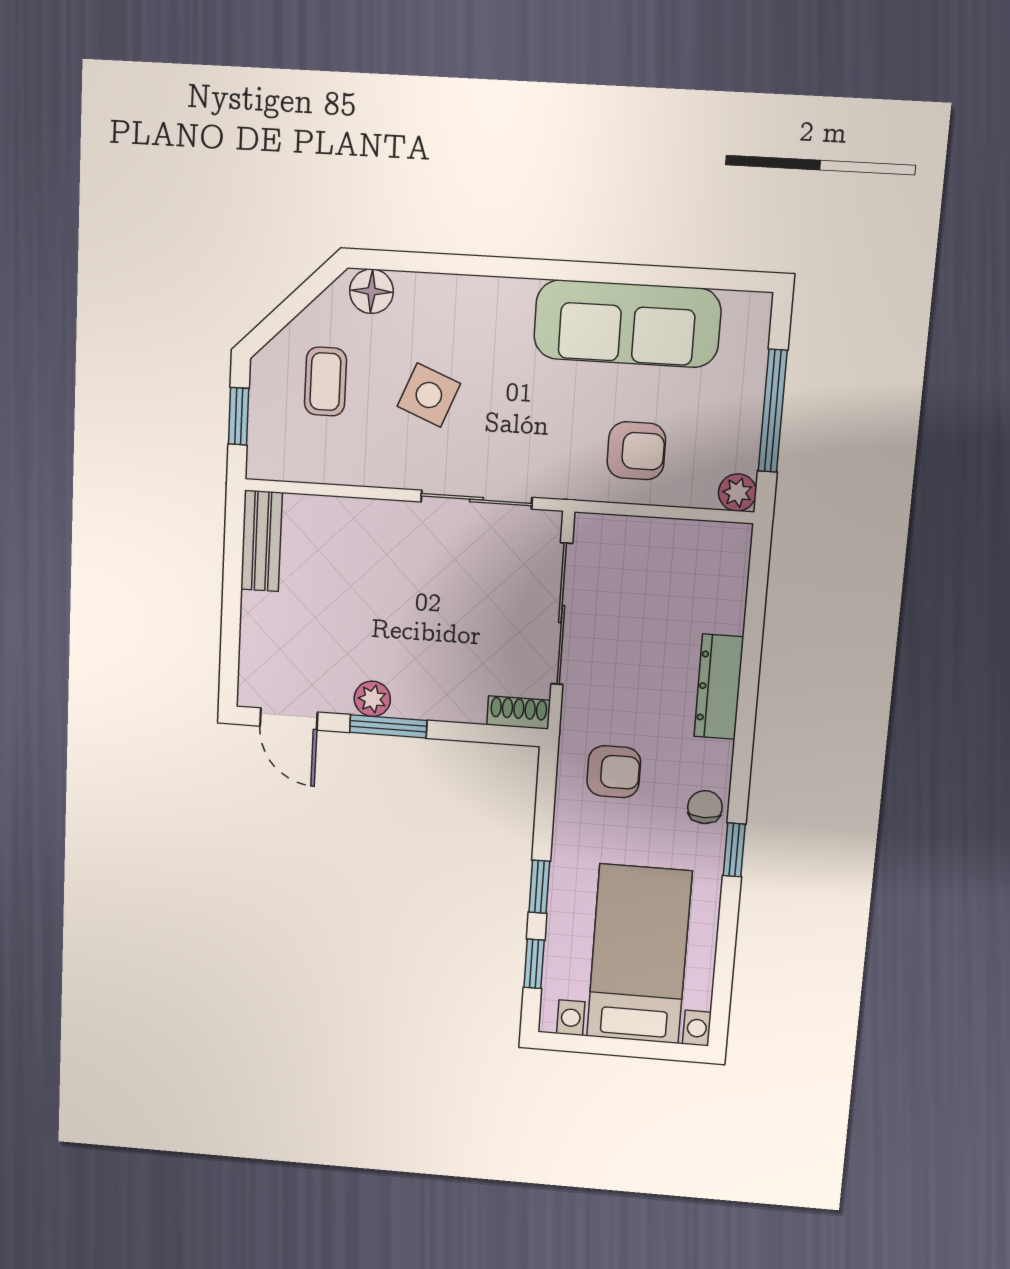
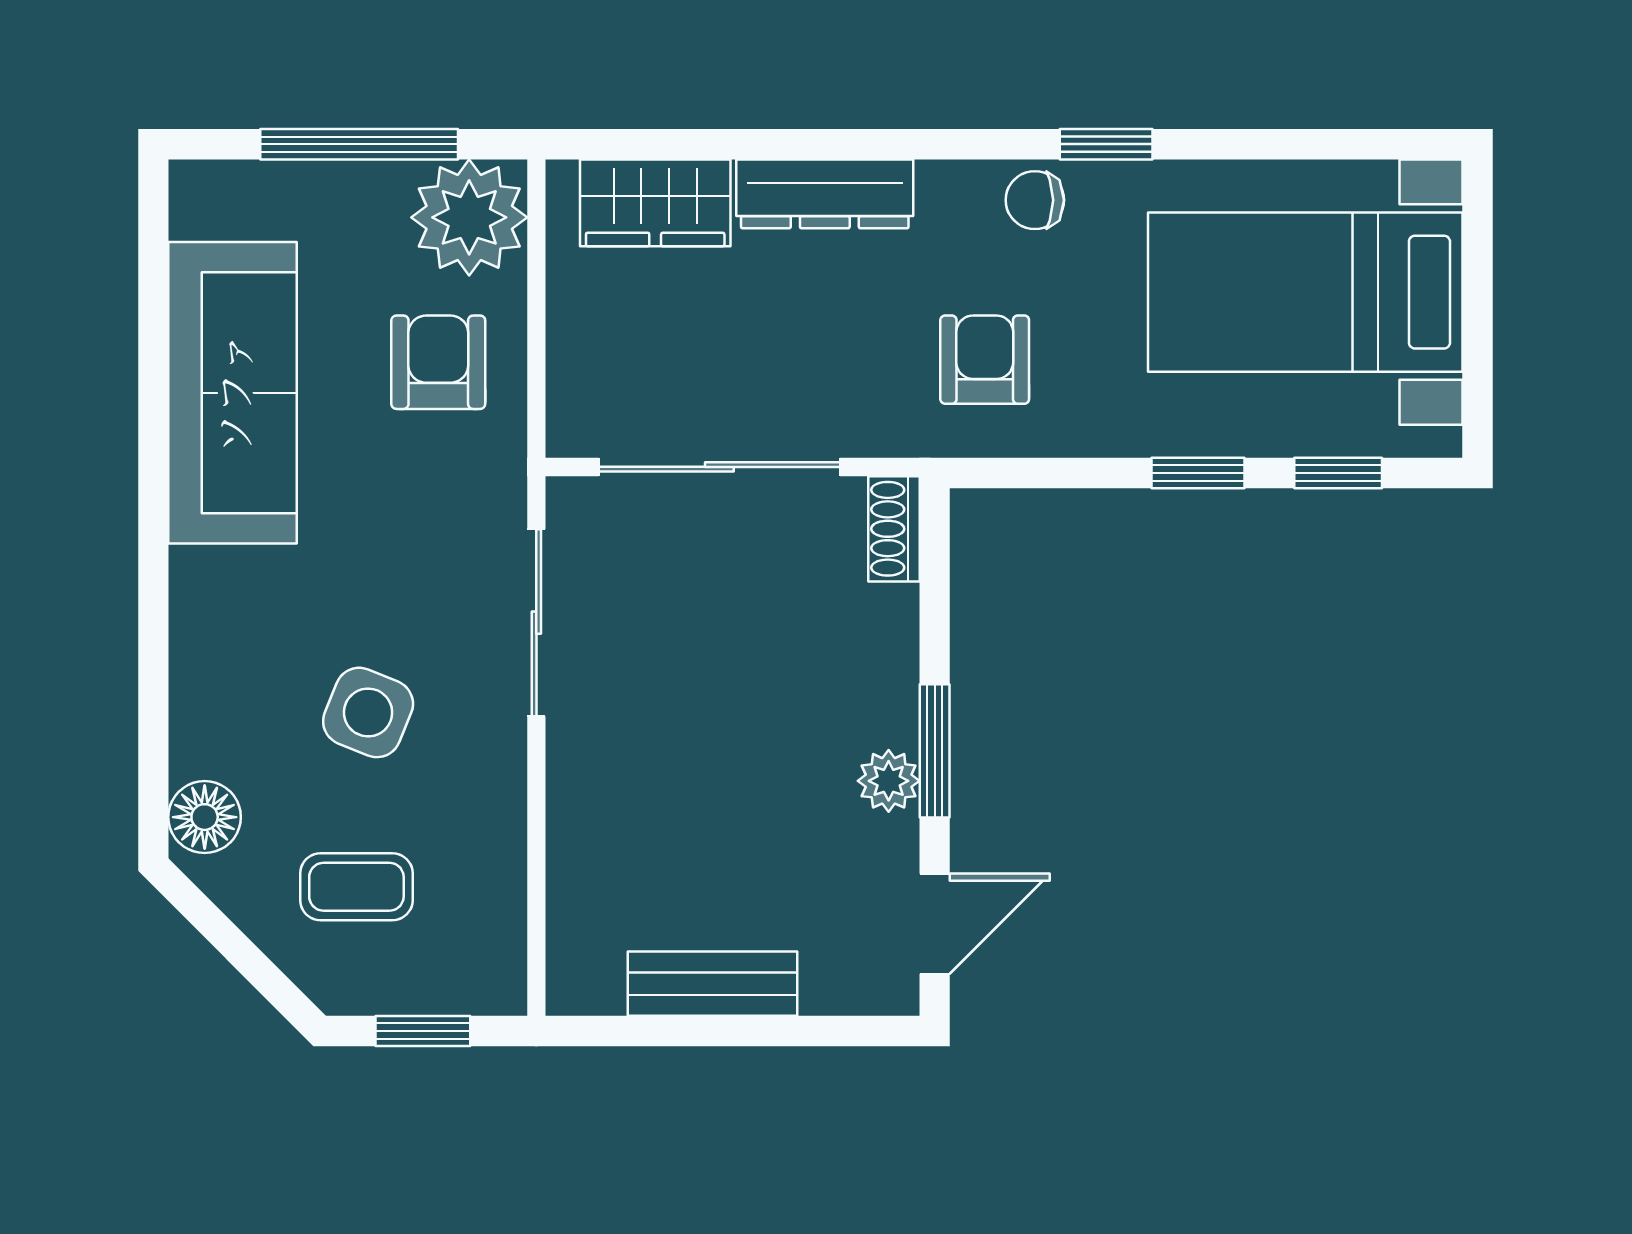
plant: (737, 492) -> (469, 217), width x1.87, depth x1.87
bench: (261, 541) -> (712, 984), moved
wardrobe: (722, 587) -> (655, 203), added

